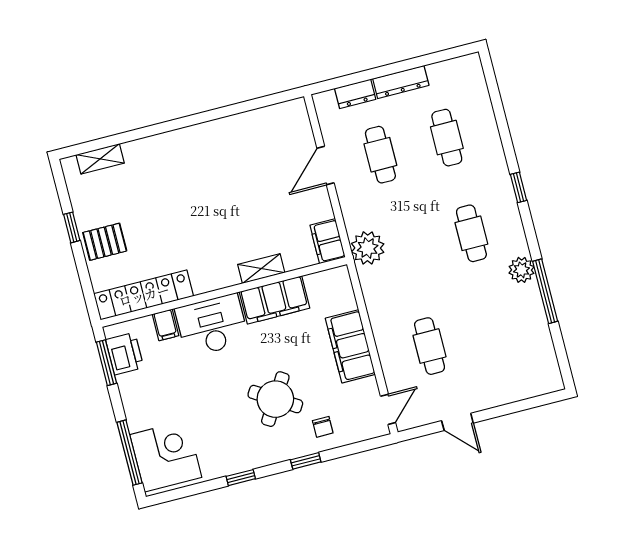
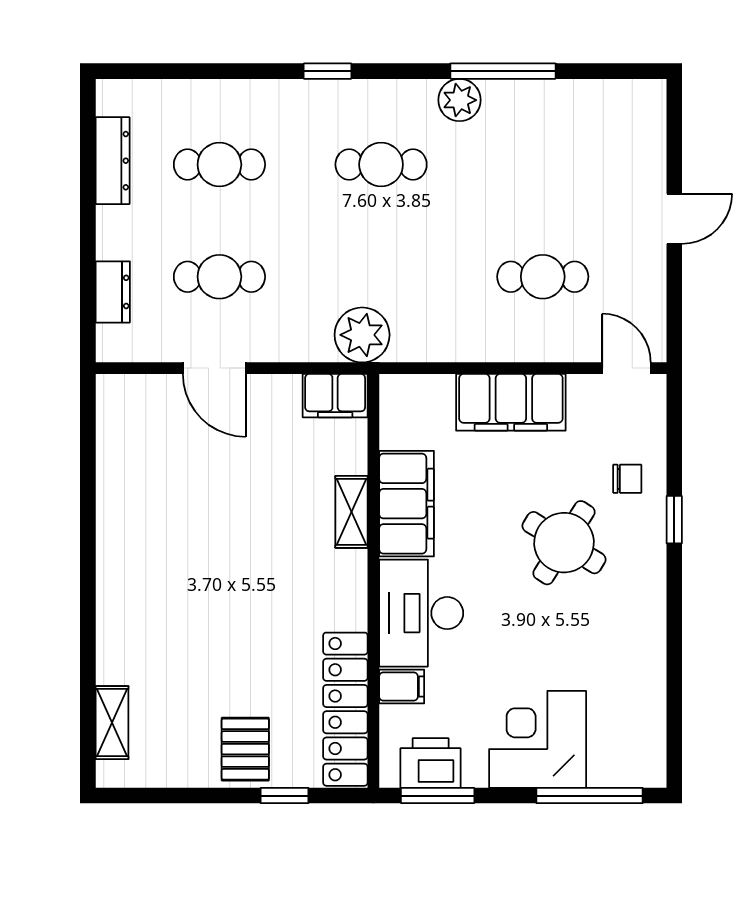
dresser: (401, 82) -> (113, 161), moved
window: (72, 227) -> (284, 796), moved
door: (457, 422) -> (674, 219), moved
corner desk: (166, 456) -> (538, 739), moved
window: (241, 478) -> (674, 629), removed

